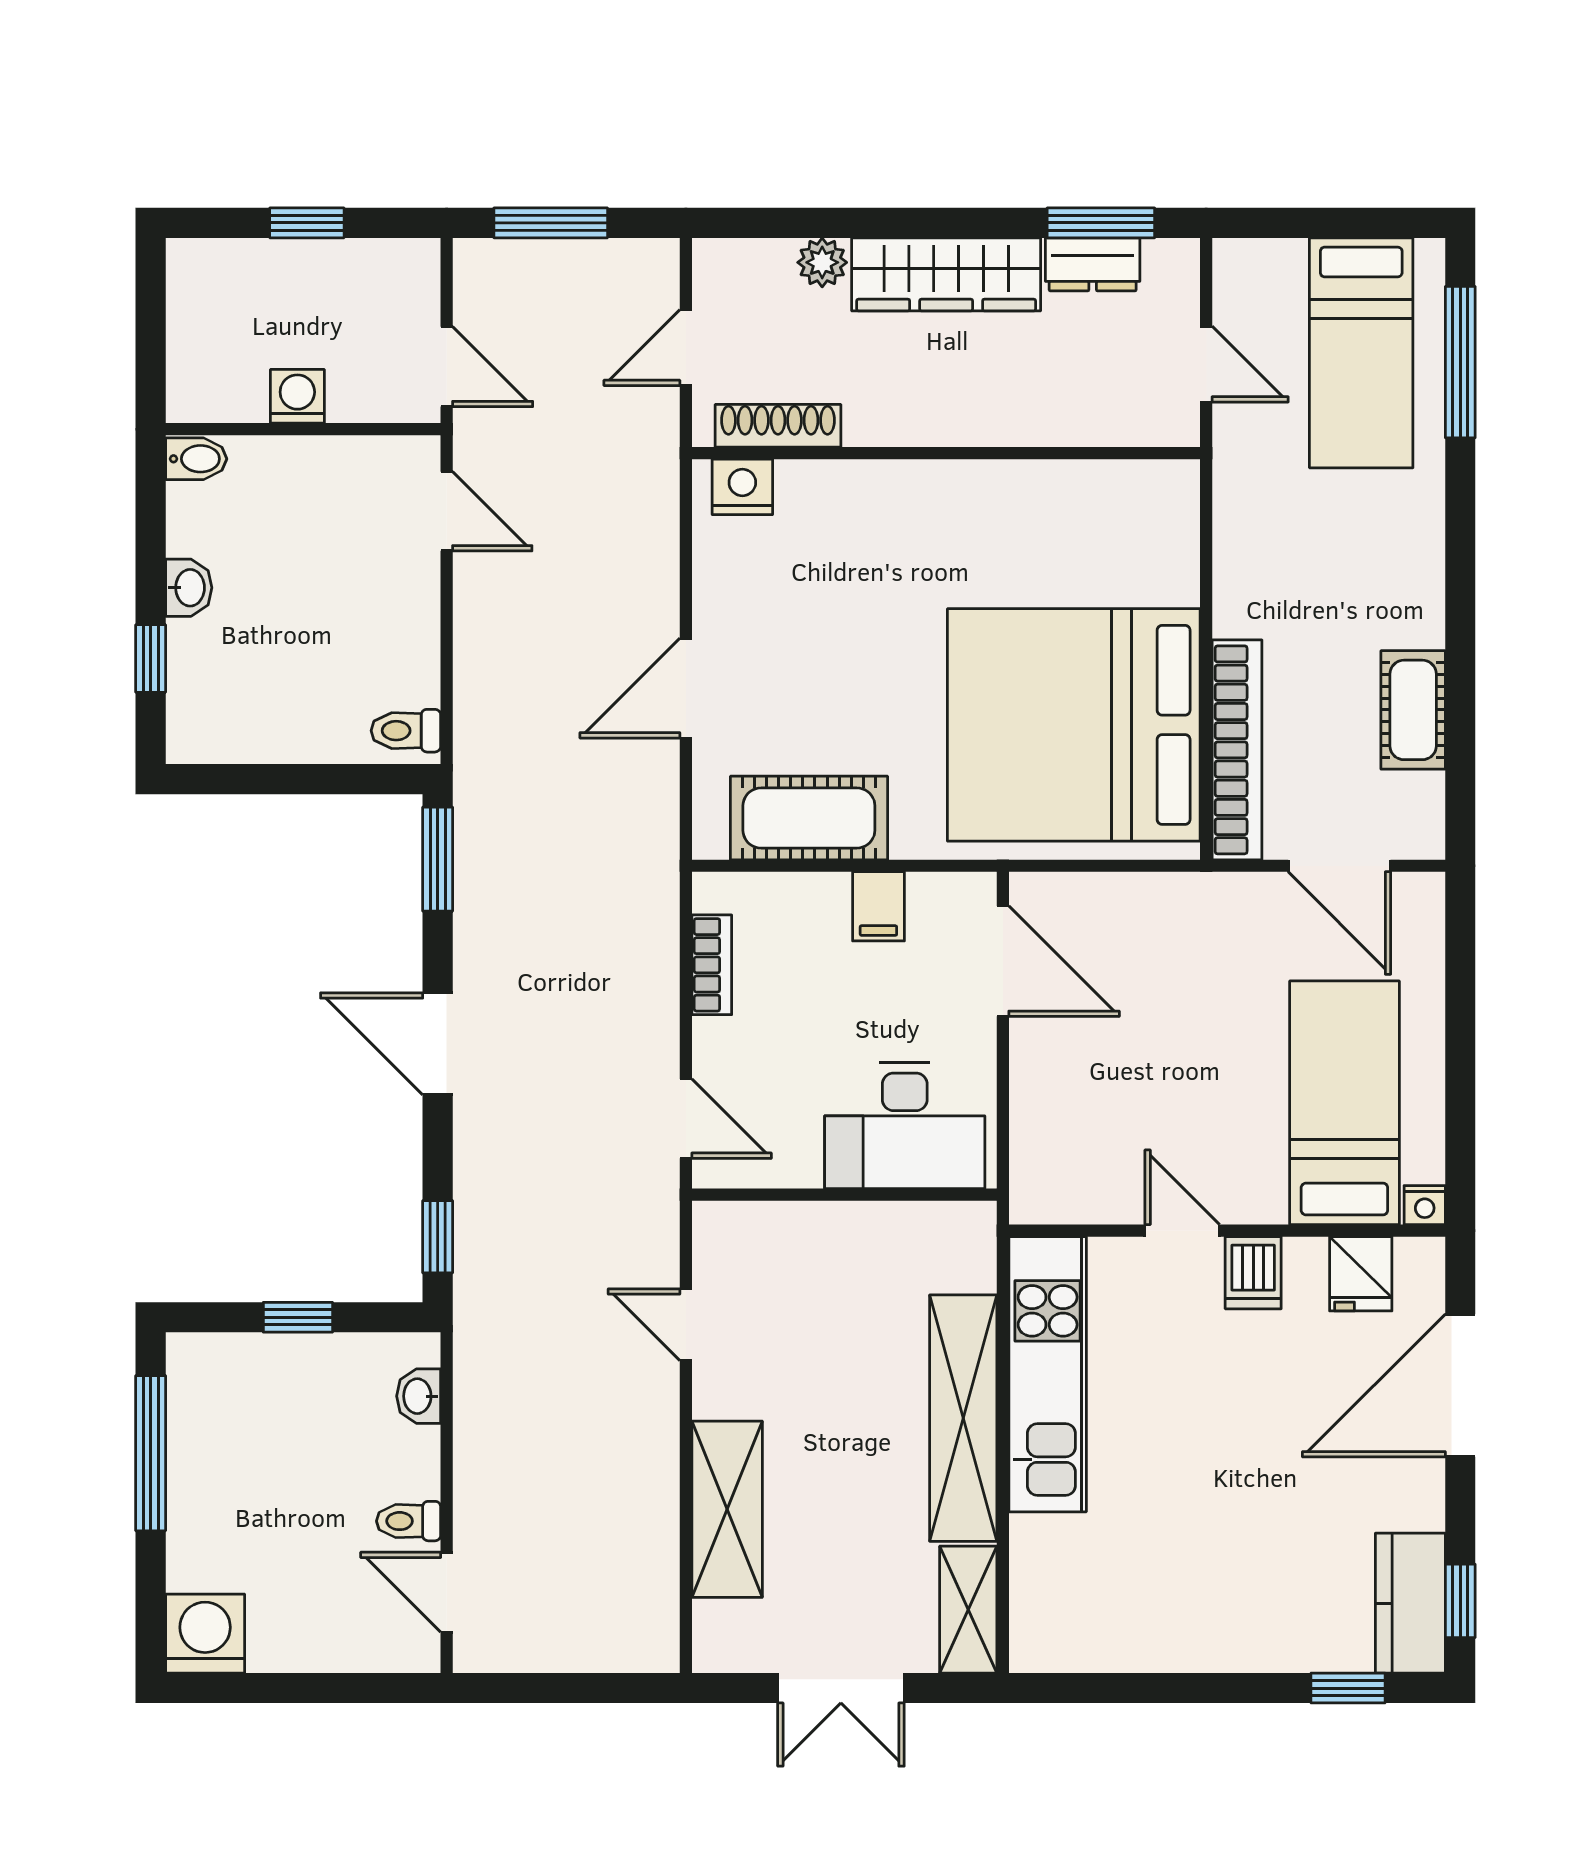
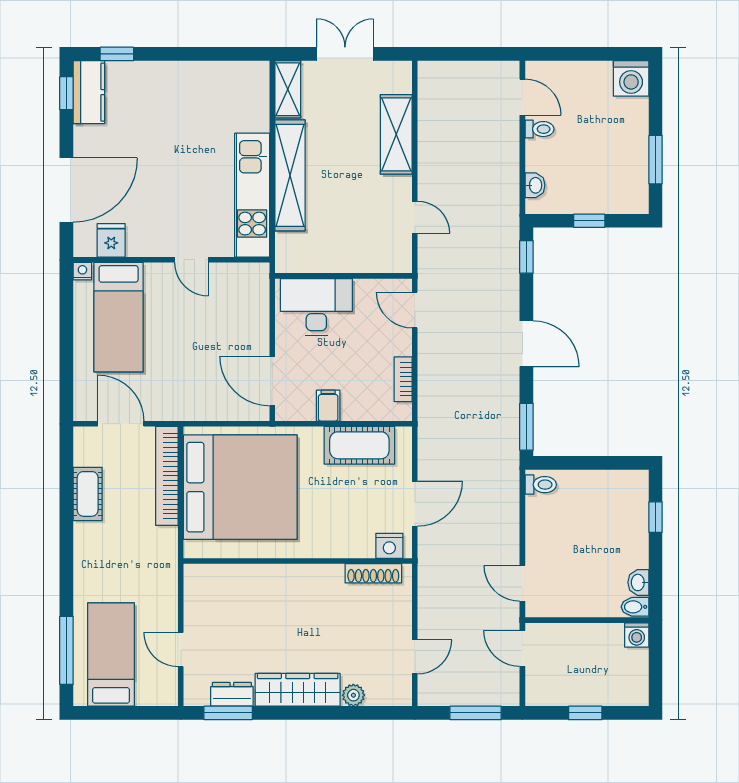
washing machine: (297, 396) -> (637, 635), moved
shoe rack: (778, 426) -> (373, 573), moved
wall: (946, 453) -> (298, 561), moved
nightstand: (742, 487) -> (389, 546), moved
washbasin: (189, 588) -> (638, 582), moved
dishwasher: (1253, 1273) -> (160, 241), removed
window: (151, 1453) -> (656, 160), width x0.69

